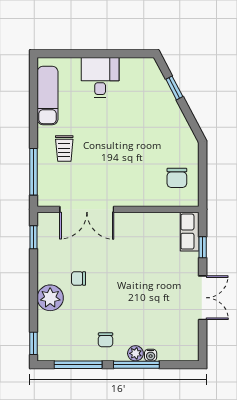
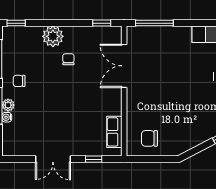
trolley: (64, 148) -> (173, 48), removed
row of seats: (190, 232) -> (114, 132), moved, turned -90

